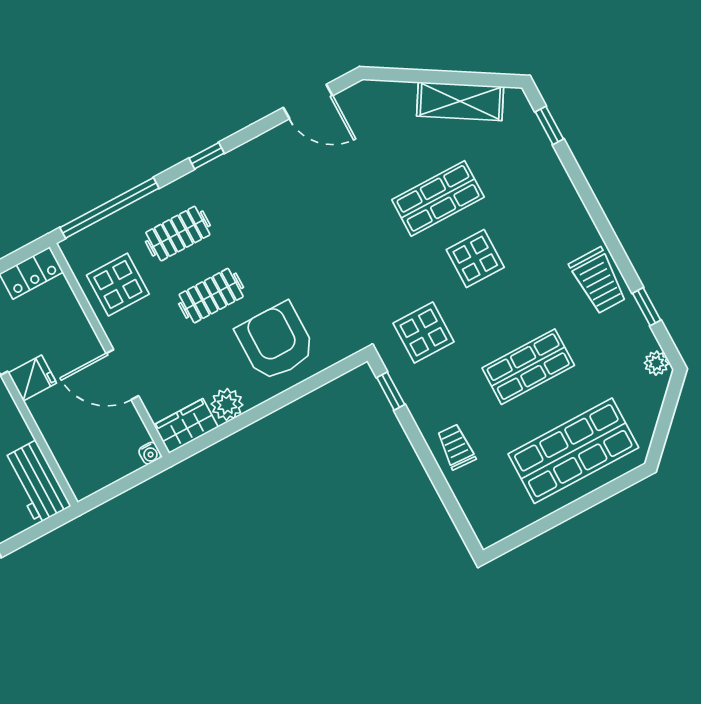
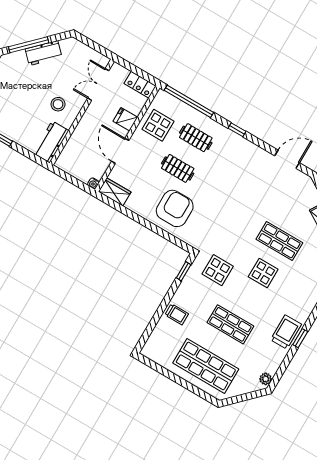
door: (308, 102) -> (287, 159), swing flipped
trolley: (598, 281) -> (286, 332), turned 180
window: (647, 307) -> (300, 338), moved
fridge: (32, 378) -> (125, 119), moved, turned 180
plant: (227, 404) -> (135, 204), removed
trolley: (456, 447) -> (177, 314), turned 87

